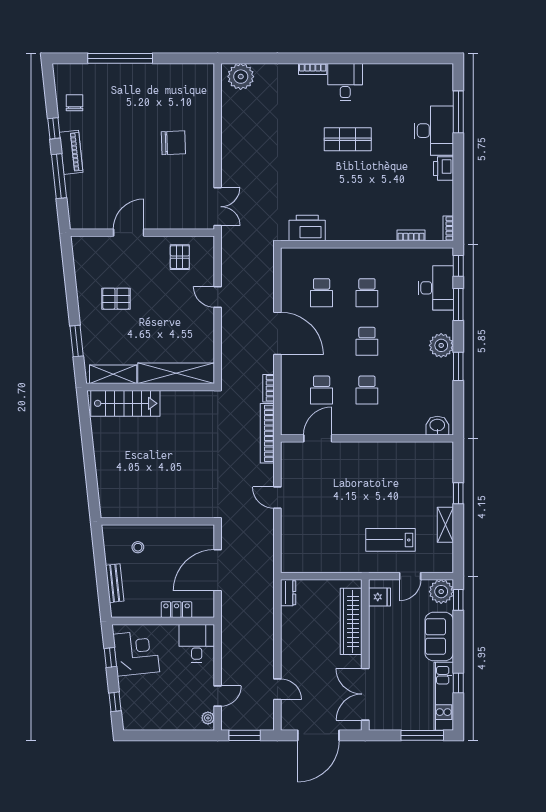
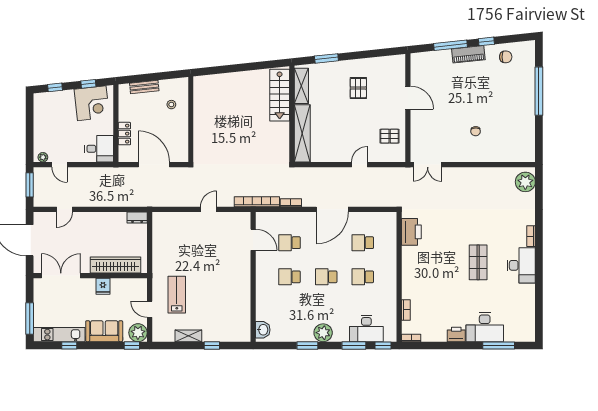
desk: (345, 82) -> (521, 265), width x1.37
chair: (173, 143) -> (476, 131), width x0.54, depth x0.54
fridge: (379, 597) -> (103, 286), moved

